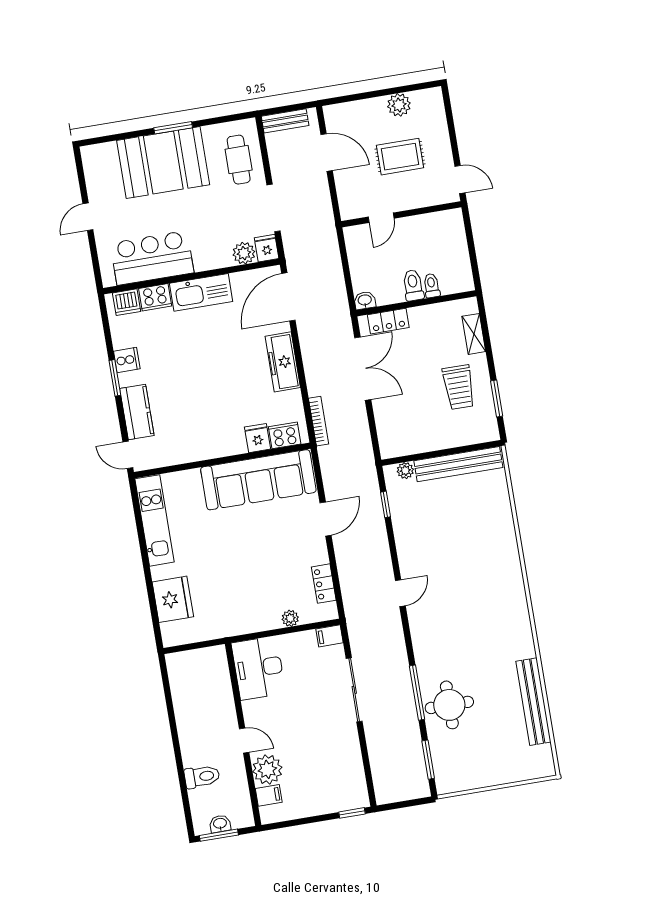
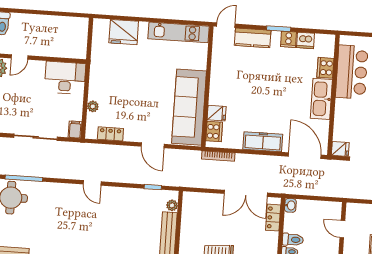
plant: (244, 253) -> (340, 133), removed
dishwasher: (127, 302) -> (305, 40), moved, turned -90

